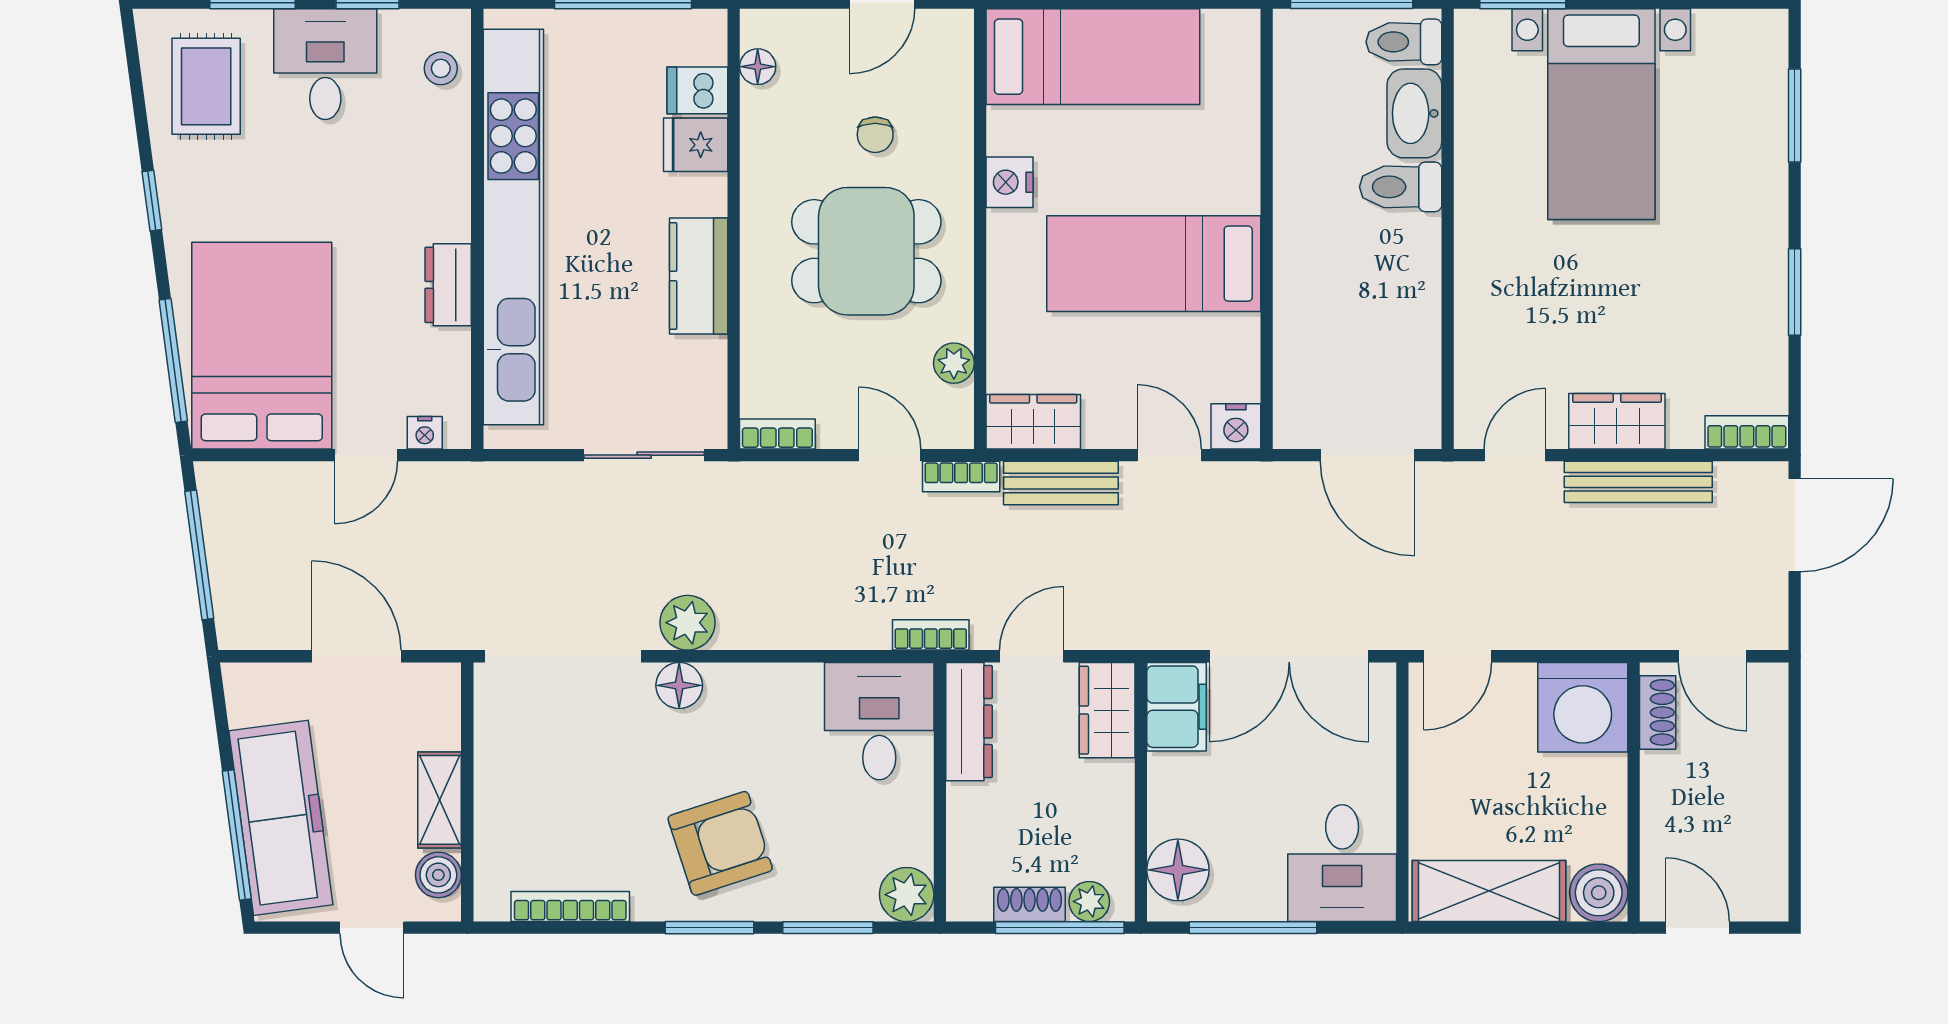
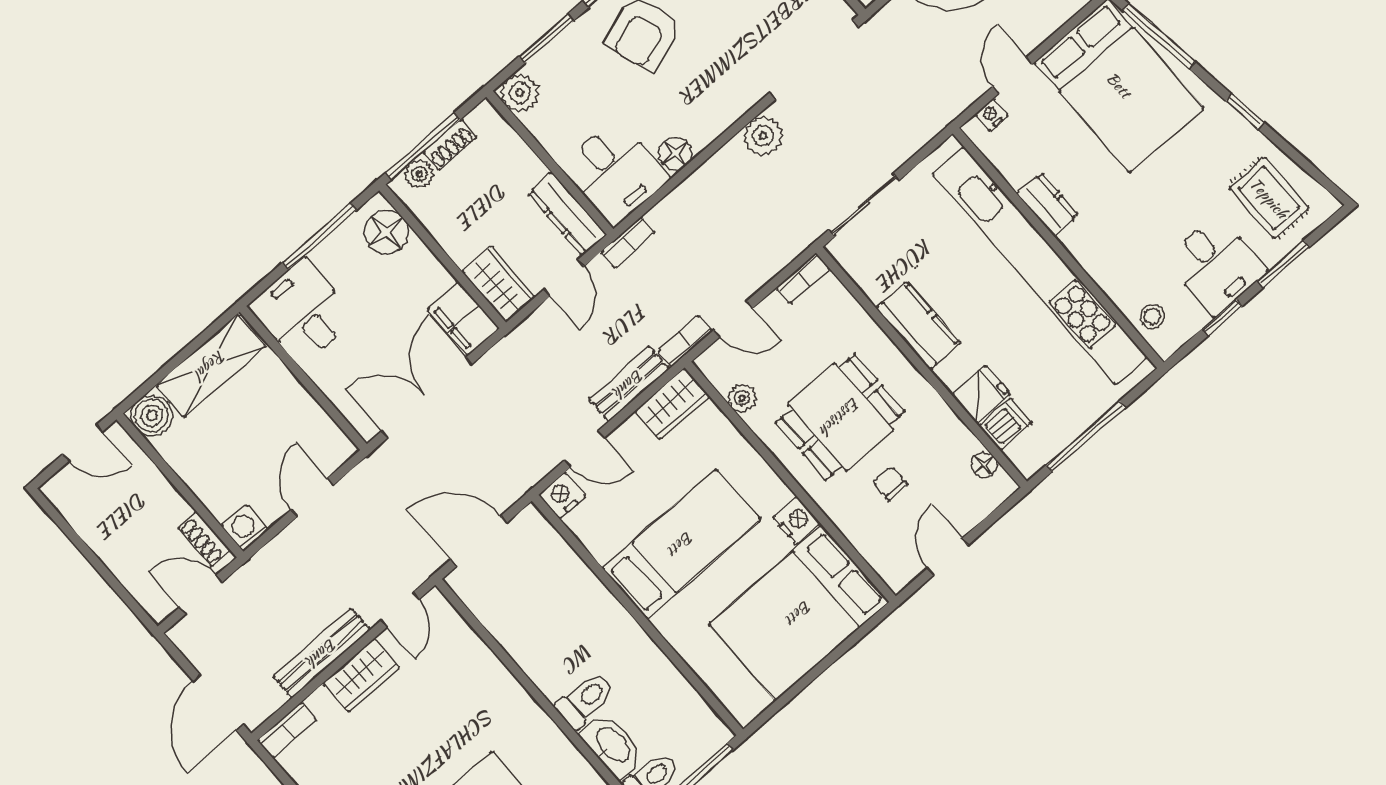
bed: (1093, 57) -> (799, 613), width x1.50
door: (1458, 656) -> (312, 497), moved
floor lamp: (679, 685) -> (675, 153), moved
washing machine: (1583, 707) -> (245, 528), width x0.53, depth x0.53

